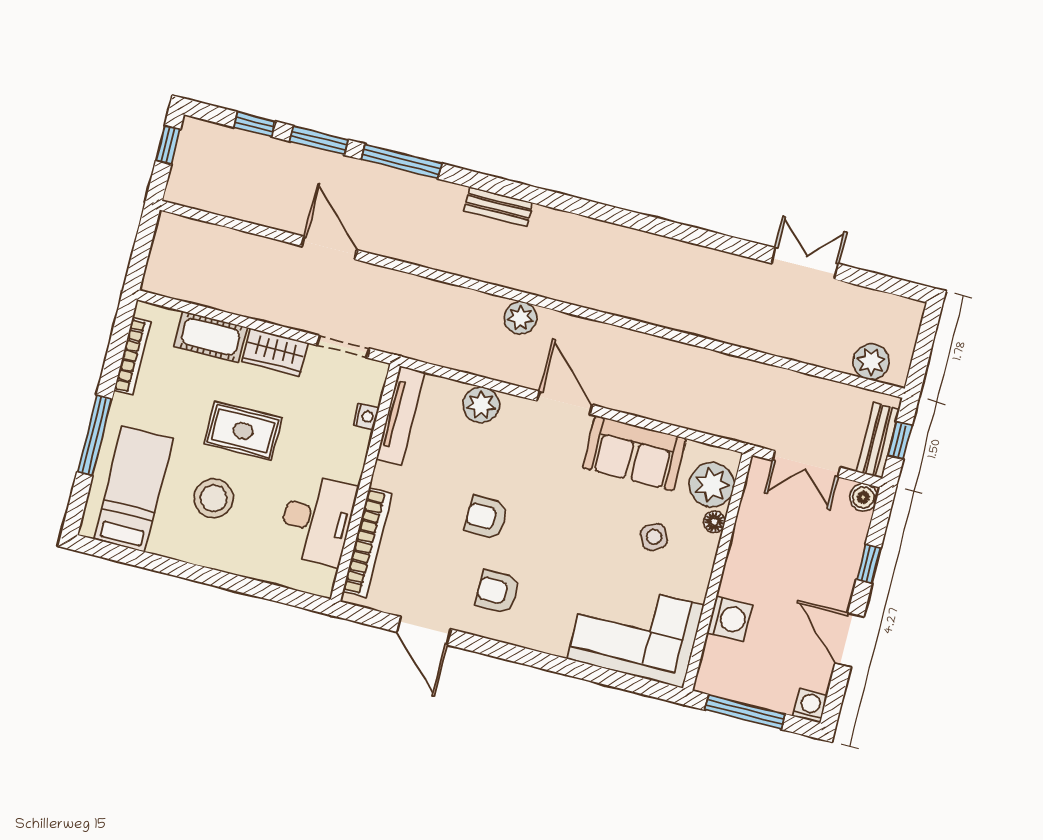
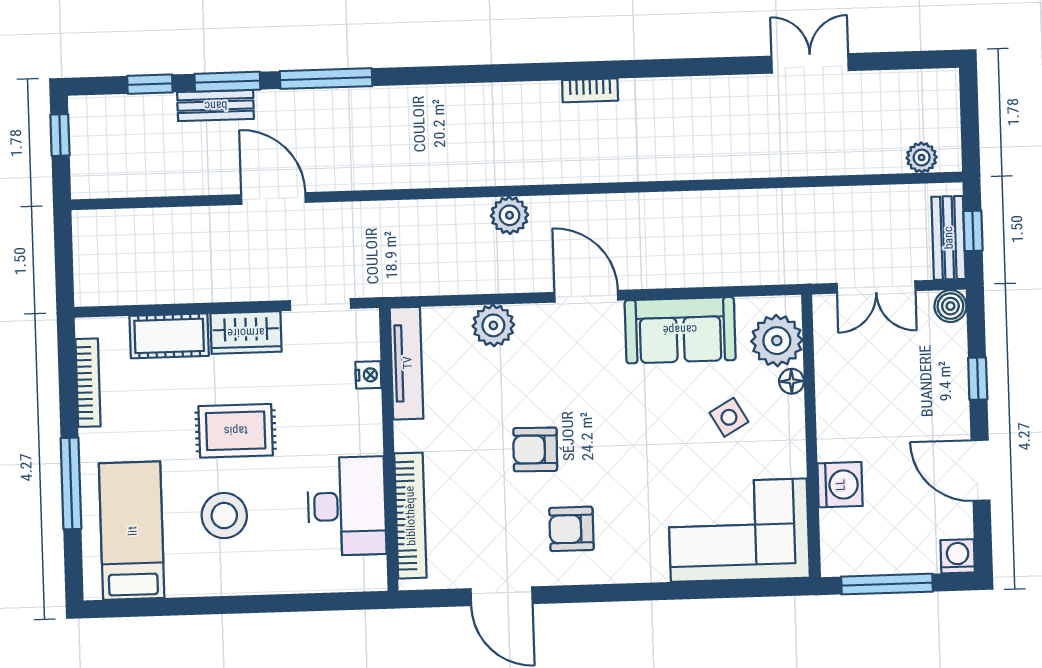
bench: (498, 207) -> (216, 106), moved
bookcase: (617, 234) -> (590, 90), added
plant: (871, 362) -> (922, 158), width x0.73, depth x0.73

